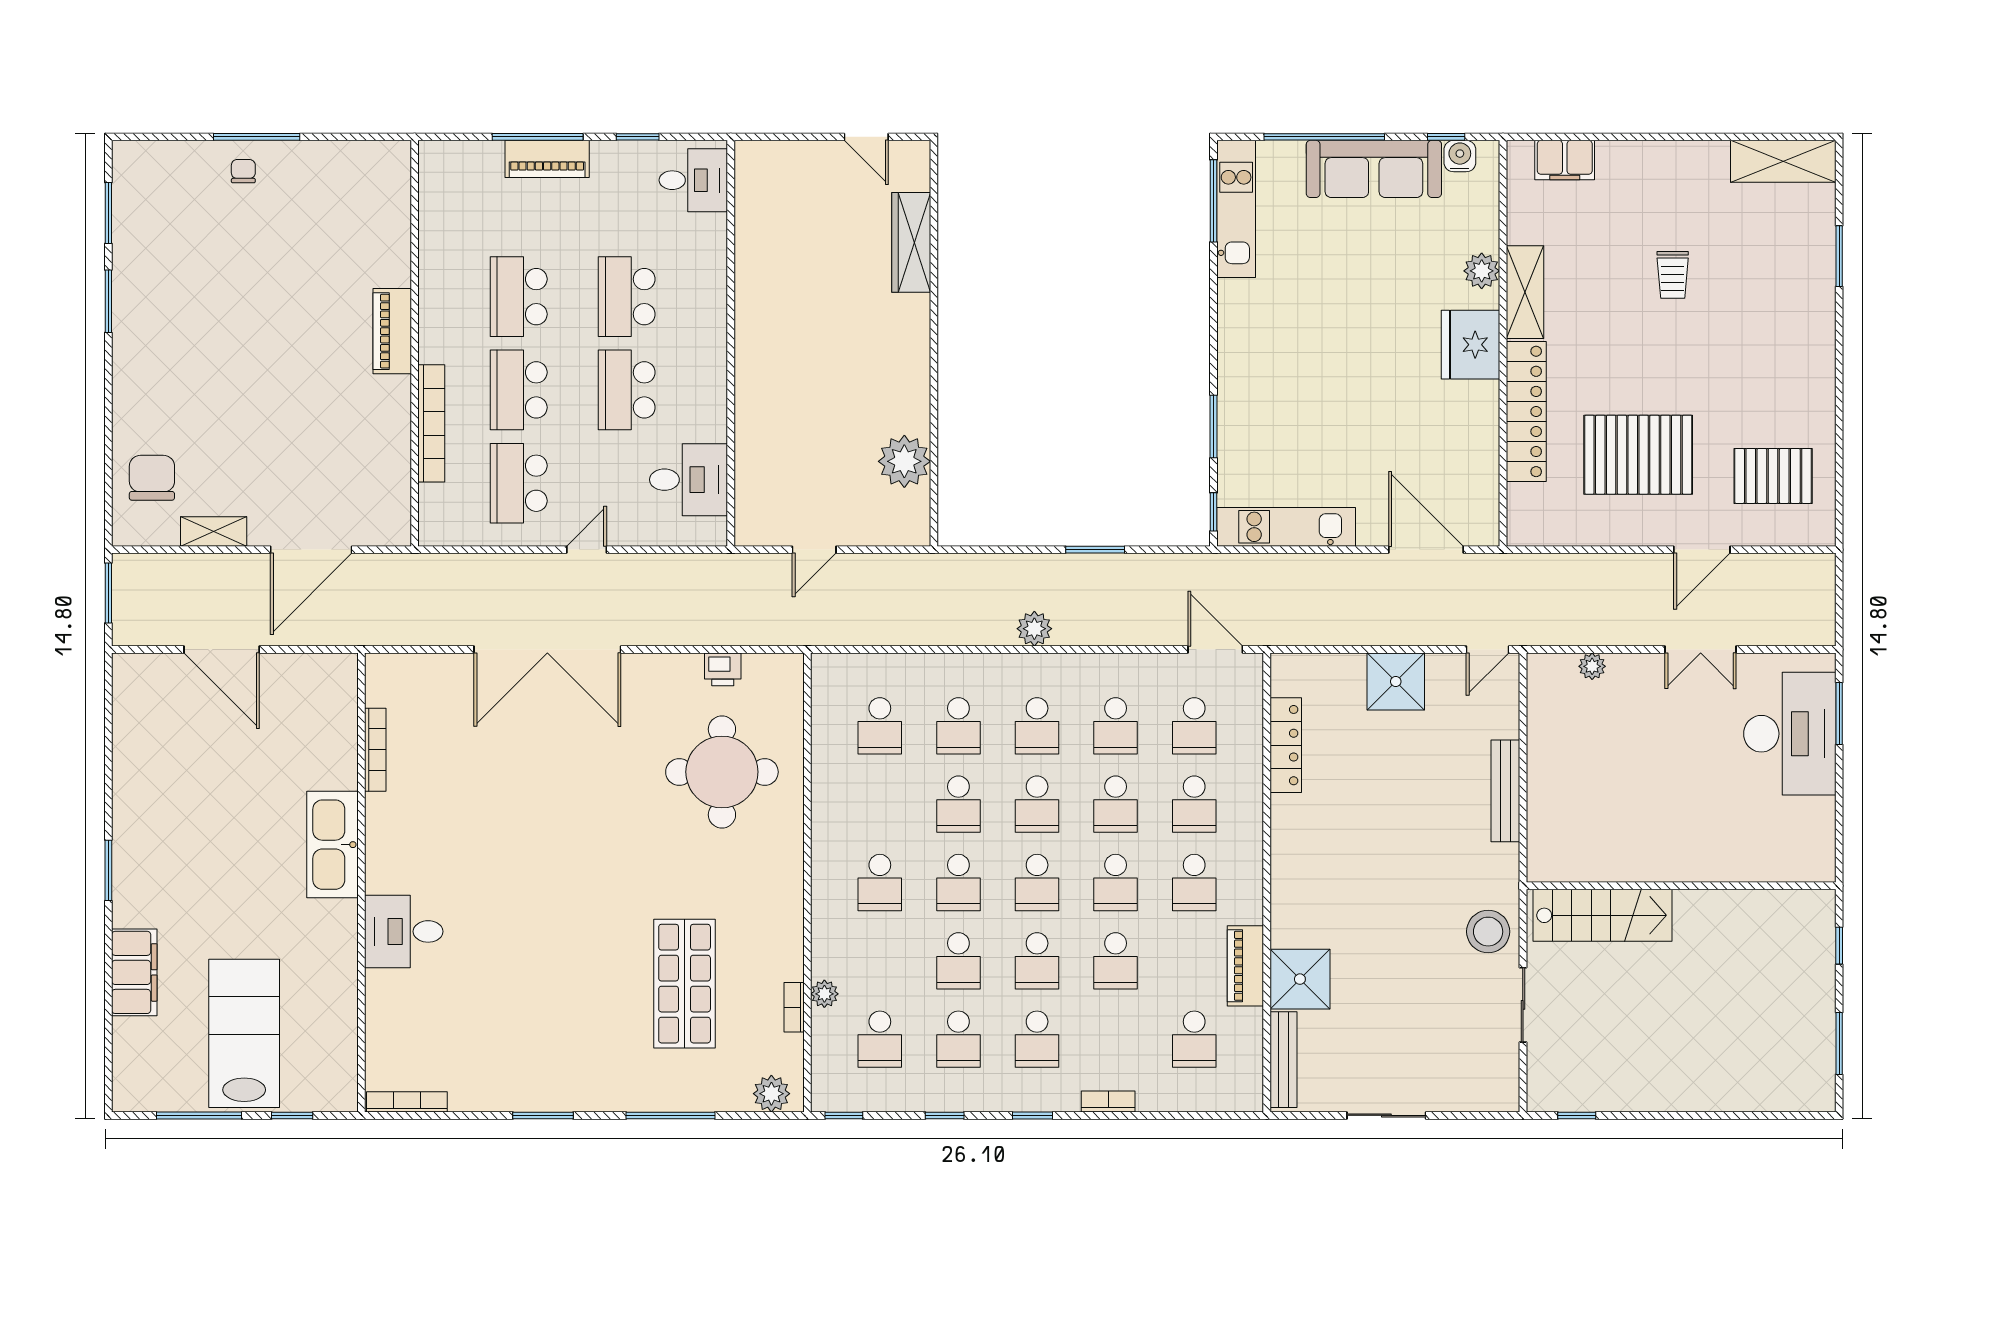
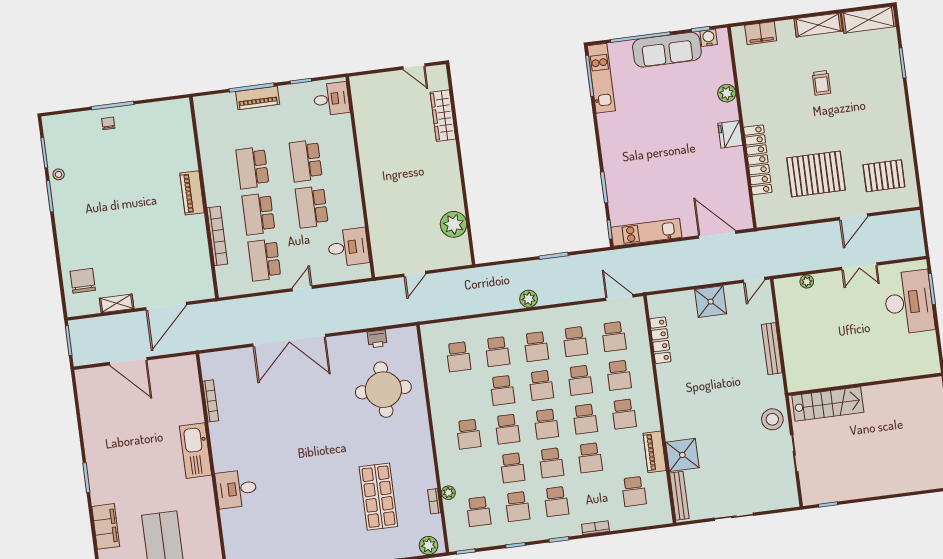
stool: (131, 260) -> (59, 174), added
shelving: (1525, 292) -> (818, 25), moved, turned 90
fridge: (1470, 345) -> (730, 134), width x0.73, depth x0.75

